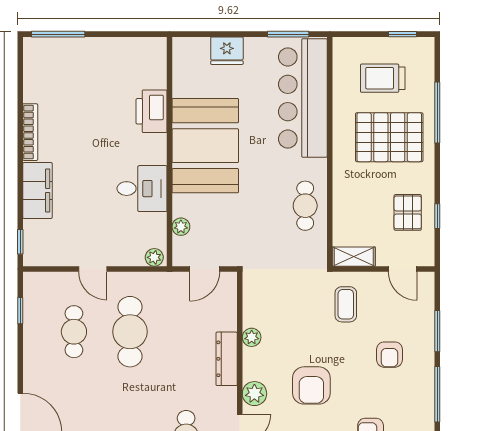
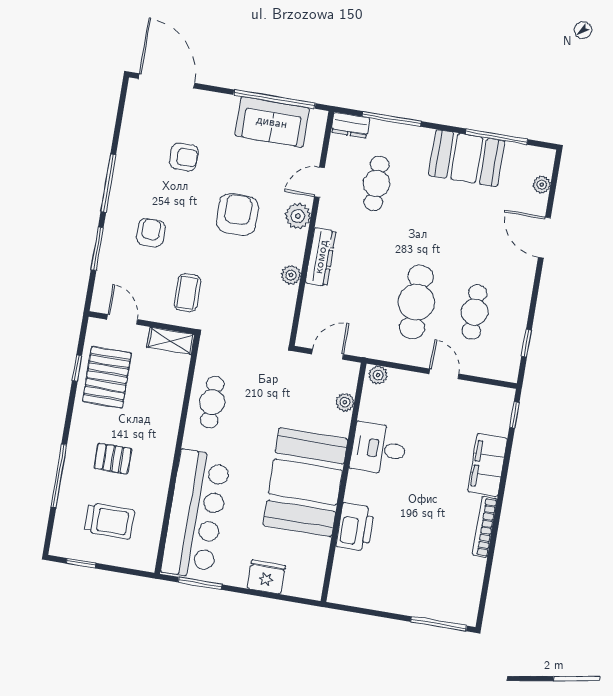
pallet: (389, 137) -> (113, 459), width x0.49, depth x0.50
pallet: (408, 212) -> (107, 377), width x1.50, depth x1.42

